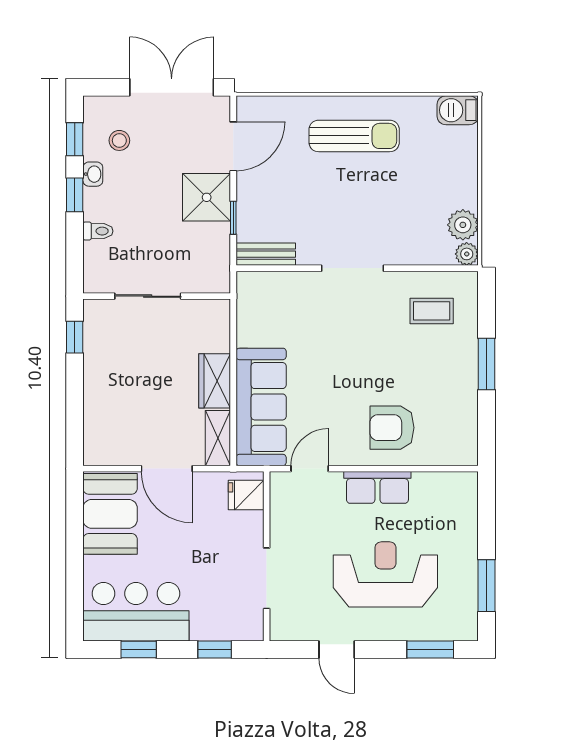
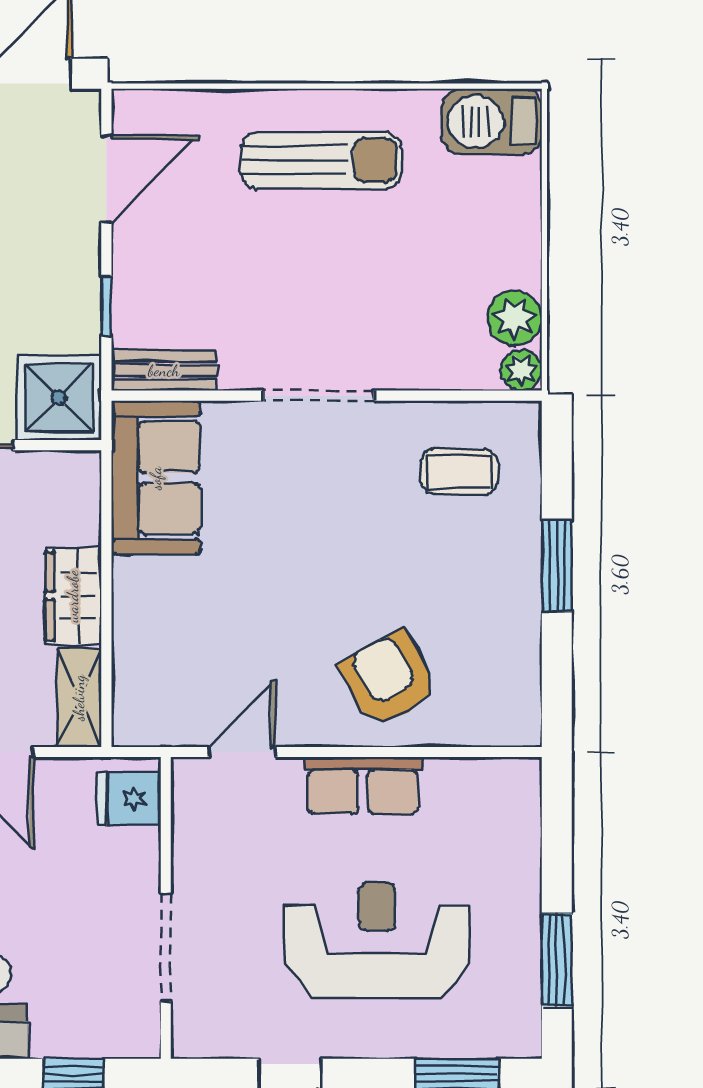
barbecue: (458, 110) -> (492, 121), width x1.38, depth x1.27
shower: (207, 197) -> (59, 398), moved
sofa: (261, 407) -> (156, 478), moved, width x0.73
armchair: (392, 428) -> (389, 679), turned 60

